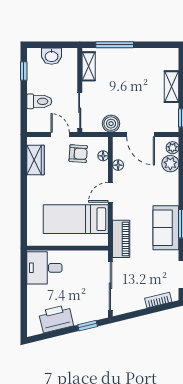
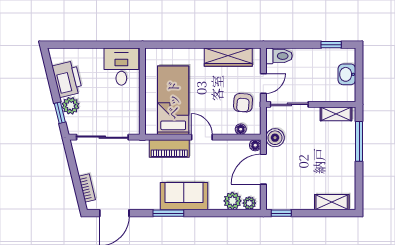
shelving: (172, 87) -> (332, 202), moved
toilet: (39, 101) -> (279, 56), moved, turned -90
wardrobe: (35, 160) -> (228, 57), width x1.50
floor lamp: (118, 165) -> (255, 145), moved
sofa: (166, 228) -> (184, 196), moved
piano: (121, 239) -> (169, 148), moved
plant: (81, 316) -> (71, 106), added

